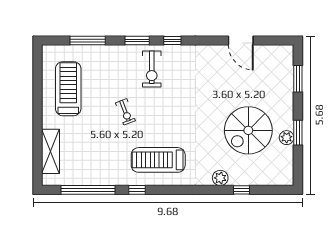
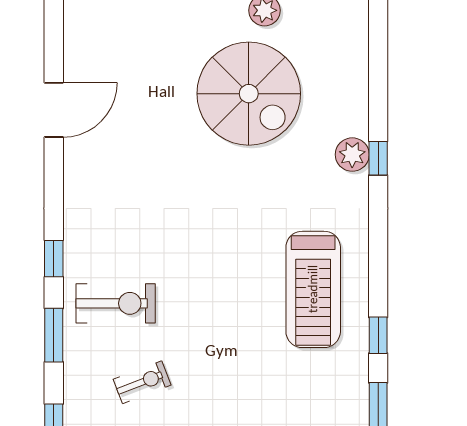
exercise bike: (125, 112) -> (142, 382), moved
window: (241, 190) -> (378, 158), moved

